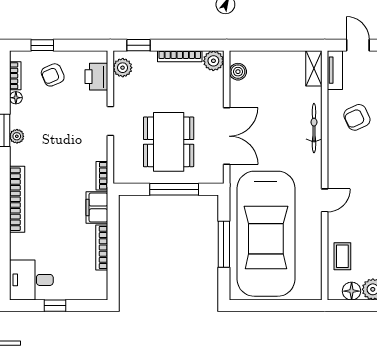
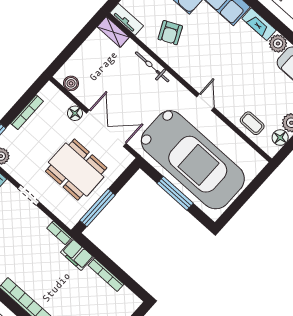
plant: (213, 61) -> (50, 93), removed
floor lamp: (216, 98) -> (75, 113), added
window: (174, 189) -> (98, 208), moved

